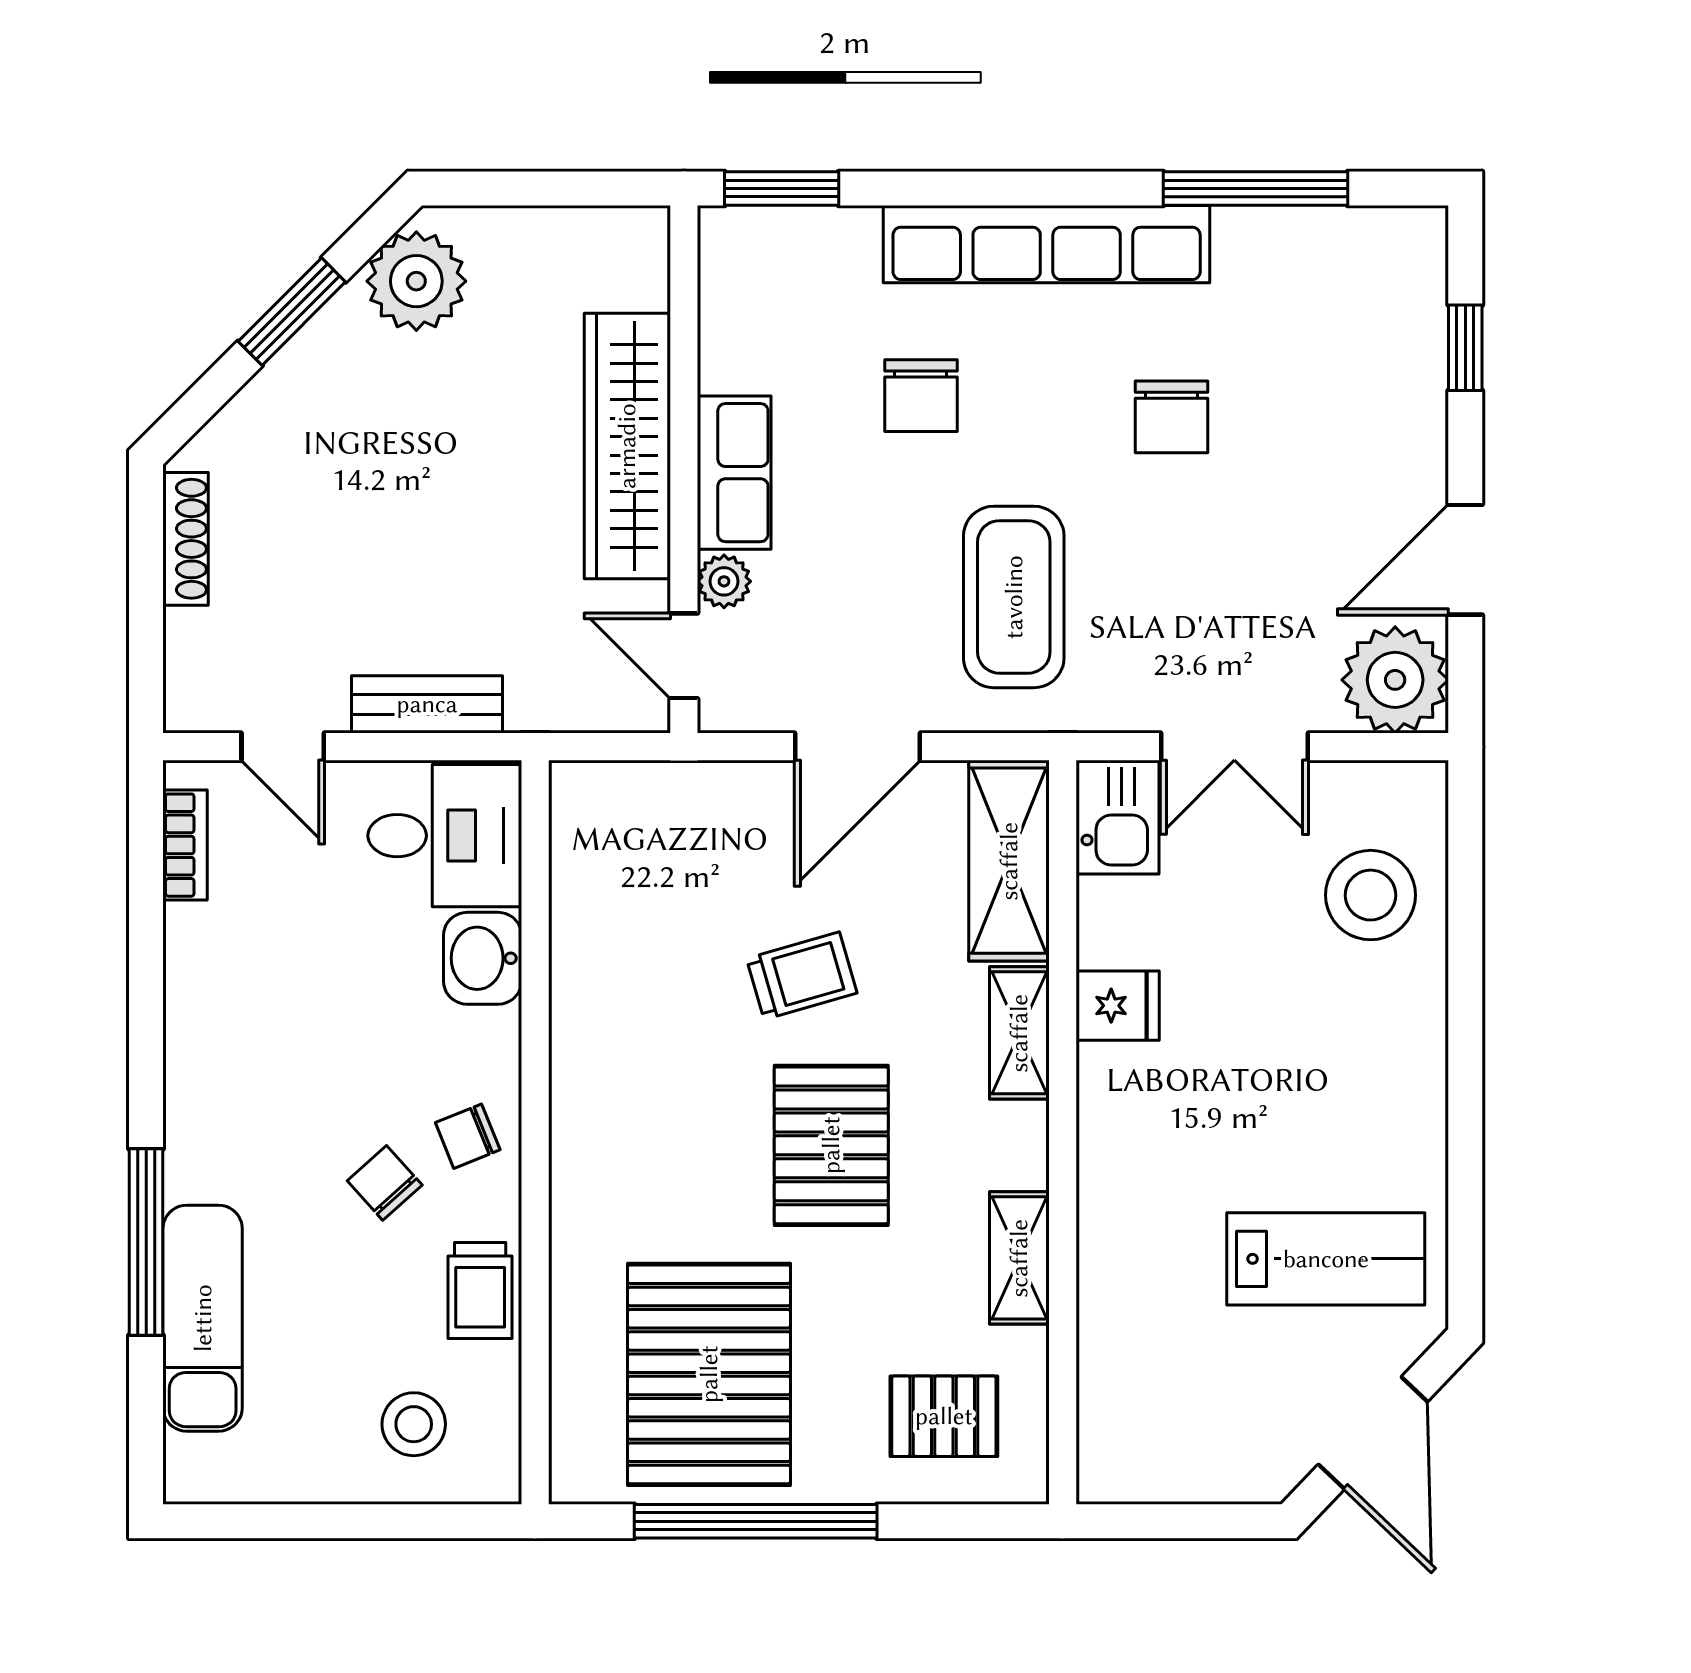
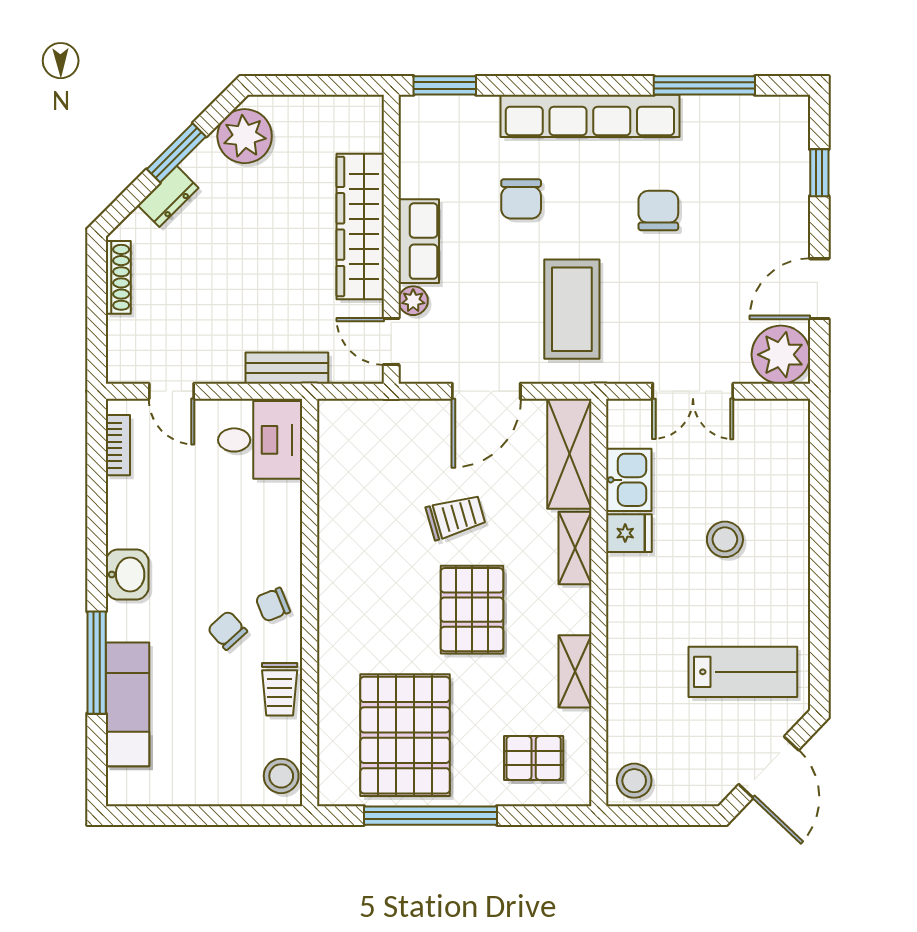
dresser: (277, 391) -> (168, 196), added
chair: (1171, 417) -> (658, 211), turned 180
bench: (427, 704) -> (287, 368), moved
kitchen sink: (1118, 817) -> (629, 480), moved
stool: (1371, 895) -> (725, 539), moved, width x0.73, depth x0.73
washbasin: (483, 958) -> (127, 574), moved, turned 180
stool: (414, 1424) -> (281, 776), moved
stool: (1127, 1457) -> (634, 781), added

